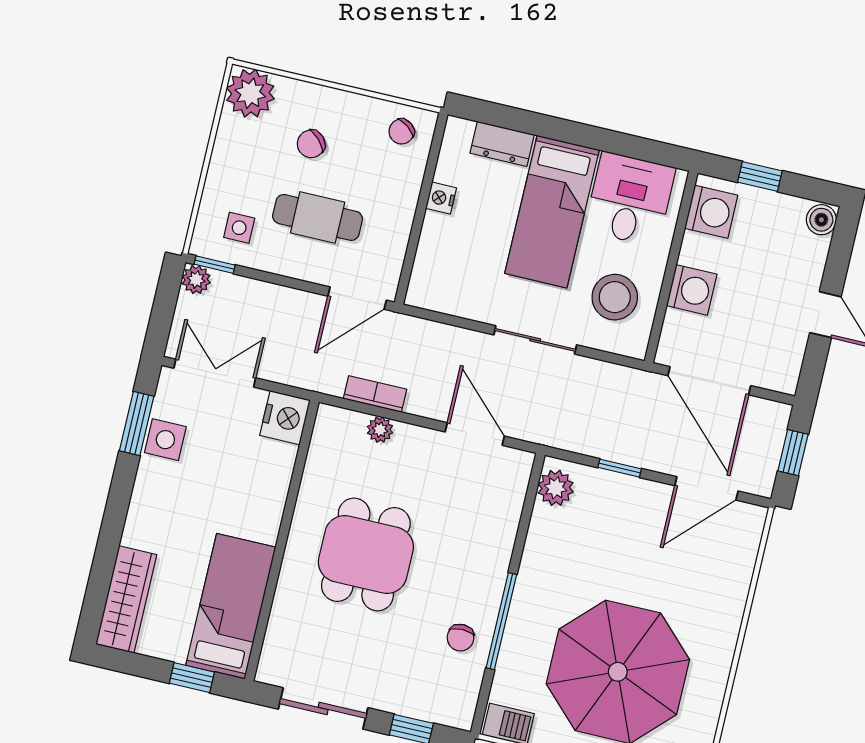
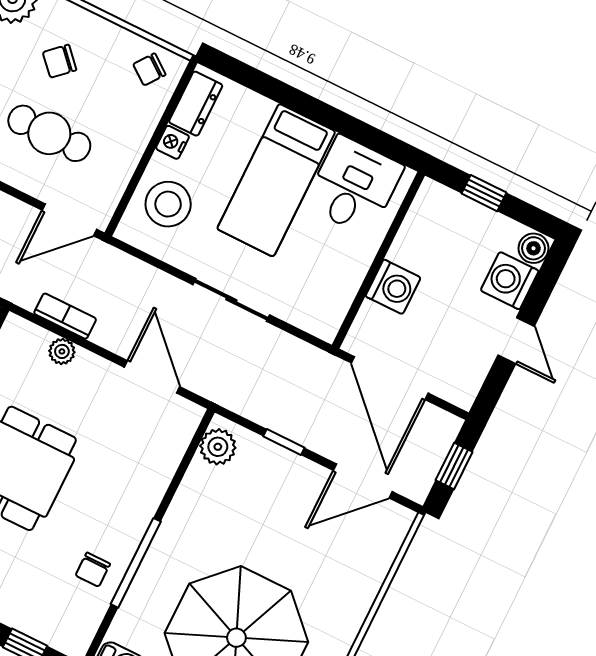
dresser: (502, 144) -> (196, 104), moved, turned -90
washing machine: (711, 212) -> (510, 281), moved, turned 180
stool: (615, 297) -> (168, 204), moved

